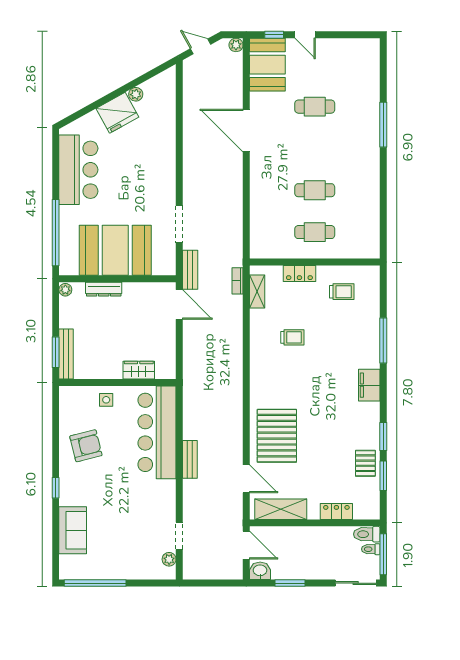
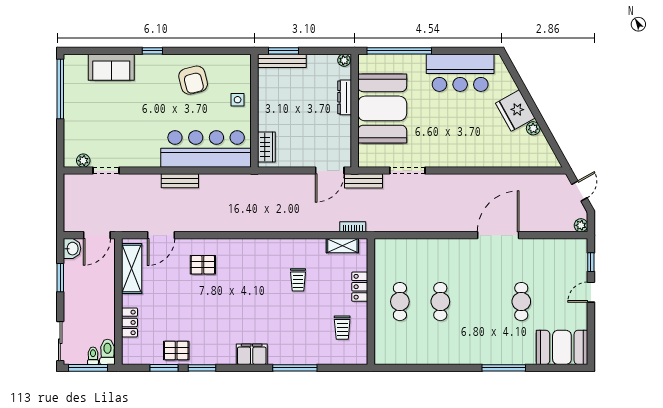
booth: (267, 65) -> (562, 347), moved
wardrobe: (139, 370) -> (266, 147), moved
pallet: (277, 436) -> (203, 265), width x0.49, depth x0.50

